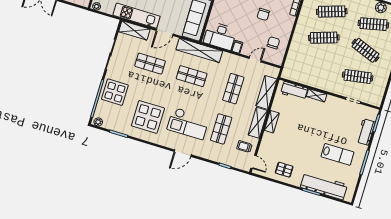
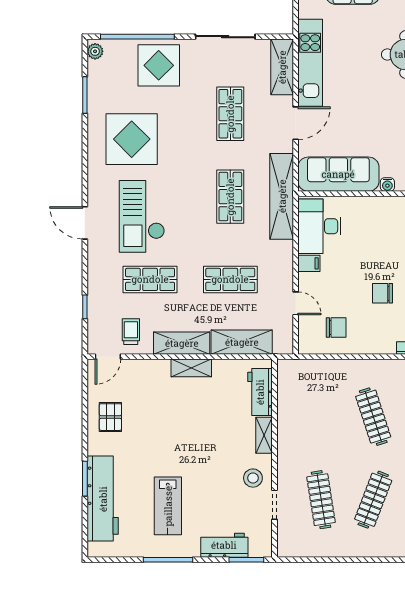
door: (165, 32) -> (296, 123), swing flipped
stool: (336, 107) -> (253, 478), added

